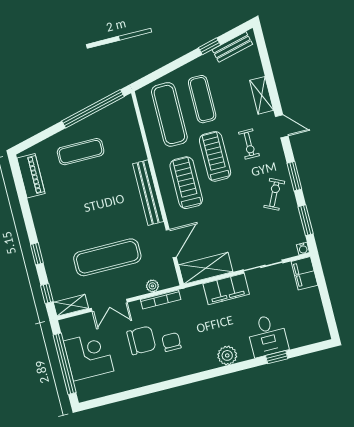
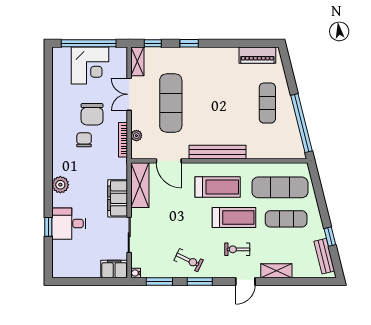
chair: (171, 342) -> (84, 140), turned -90

